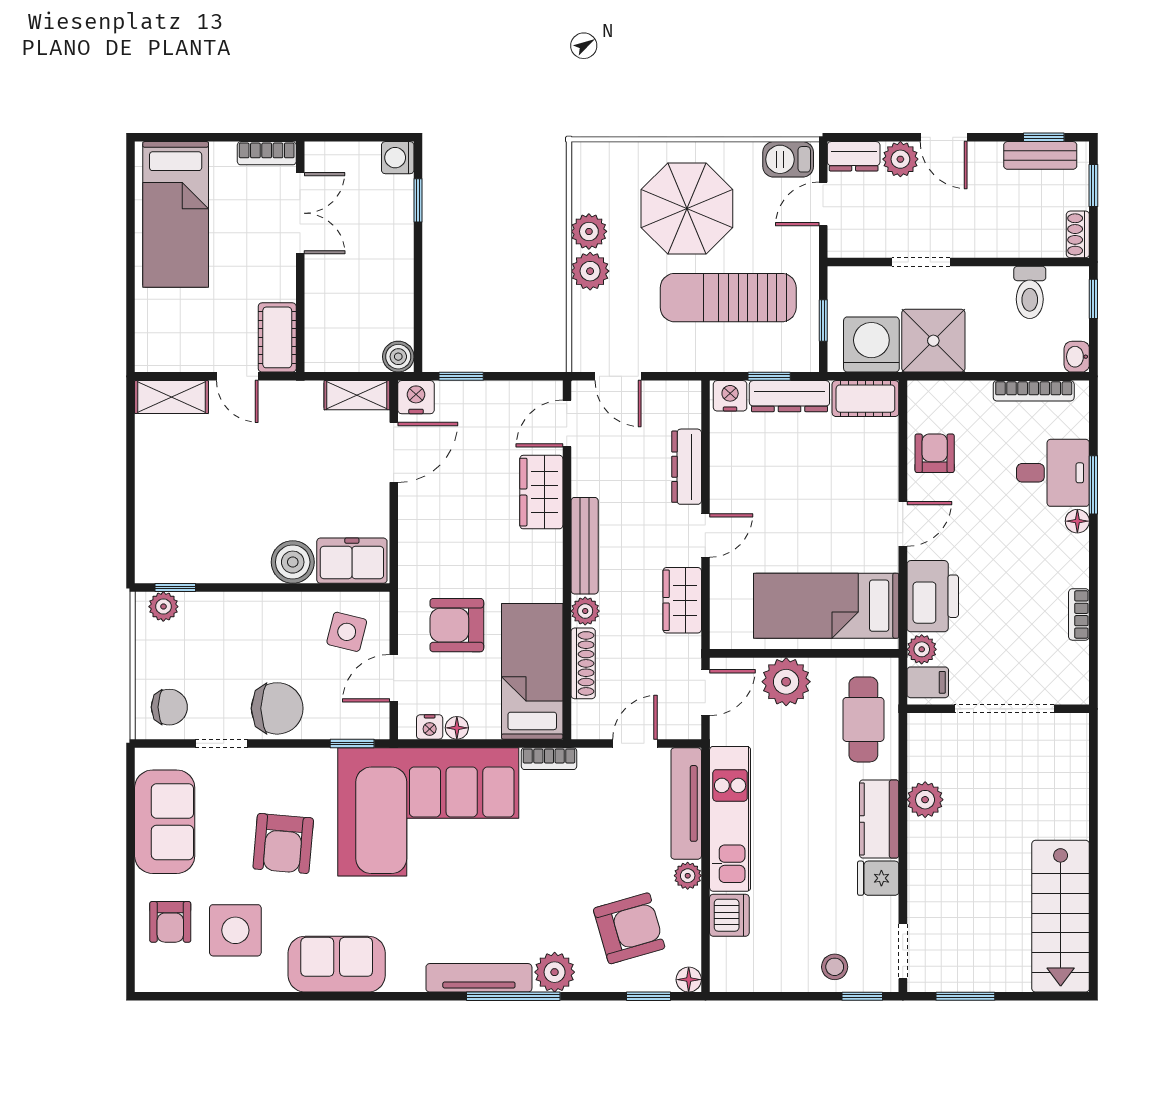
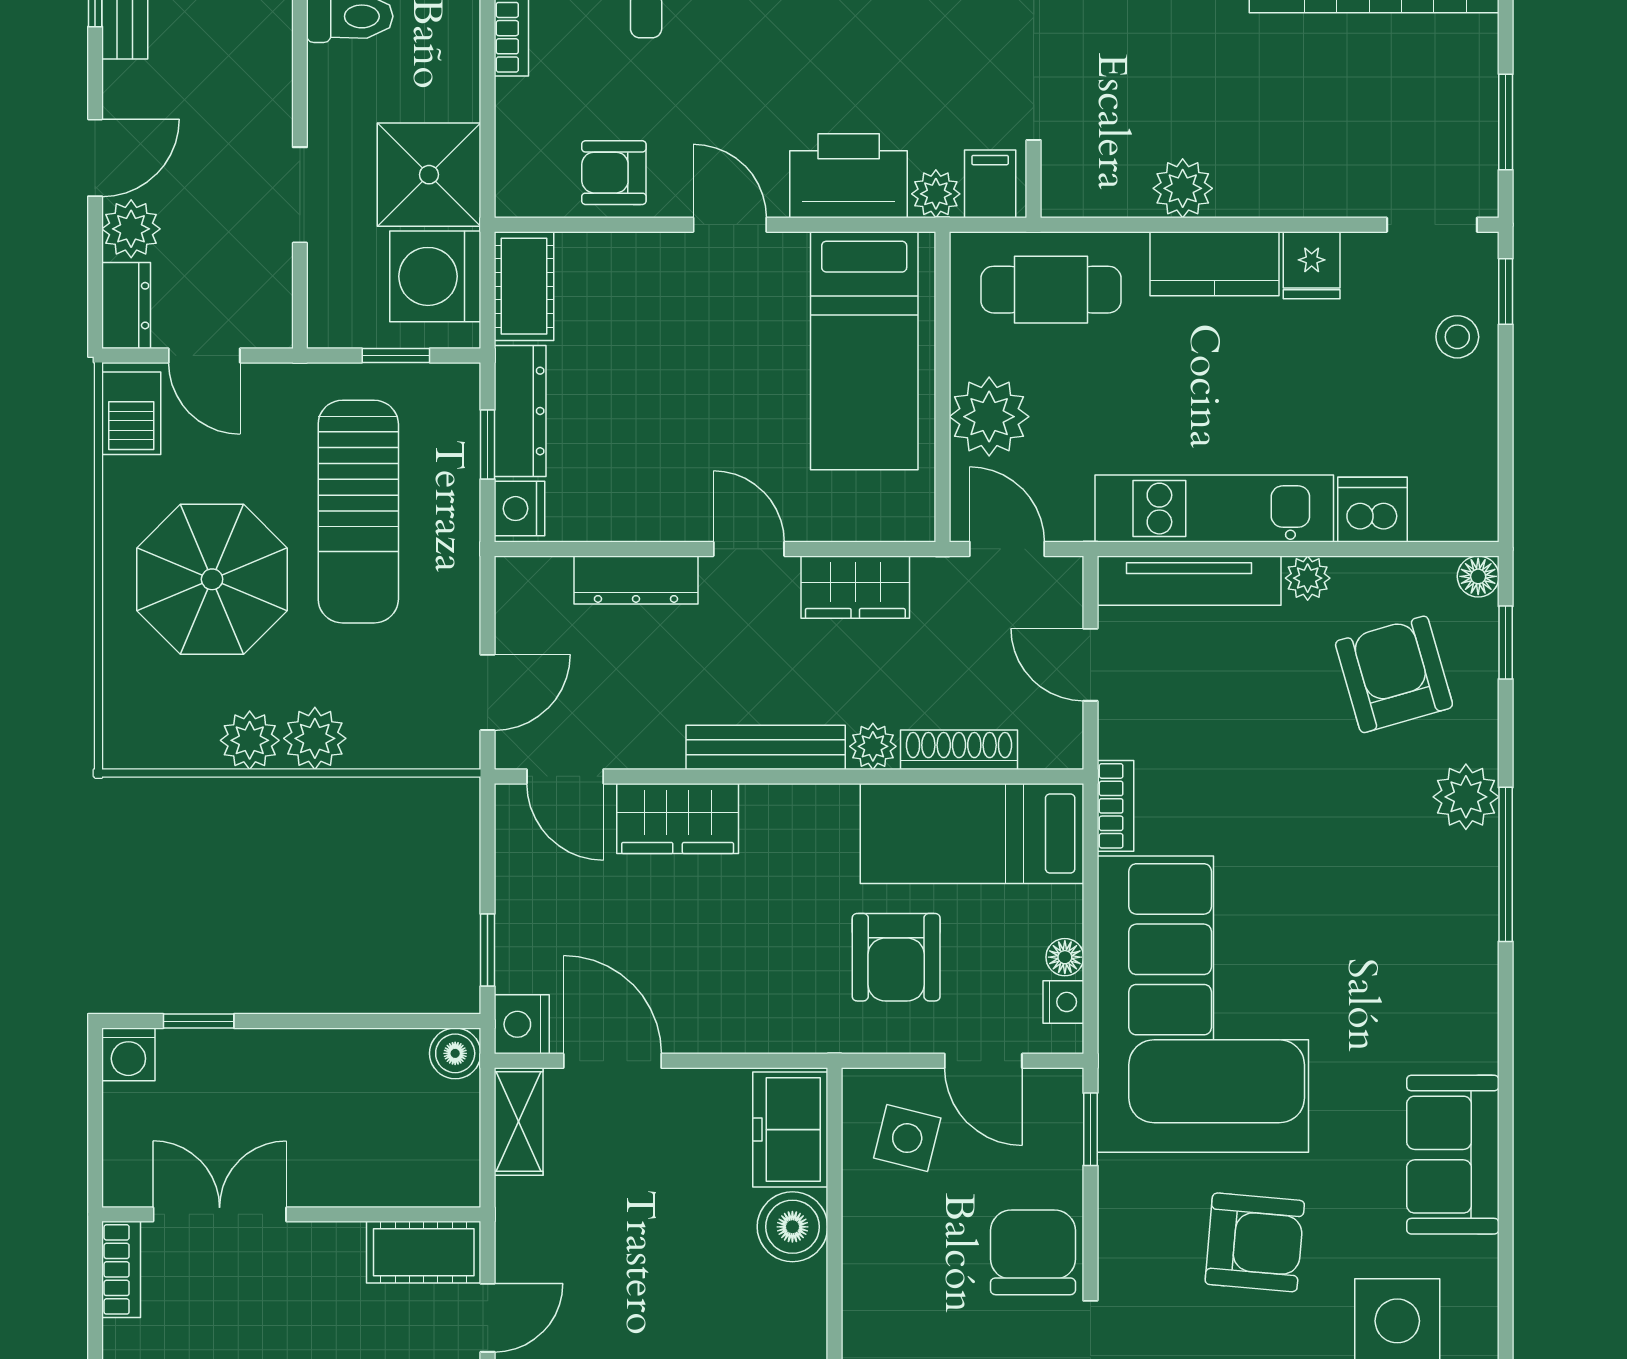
tv unit: (479, 978) -> (1475, 921), removed

